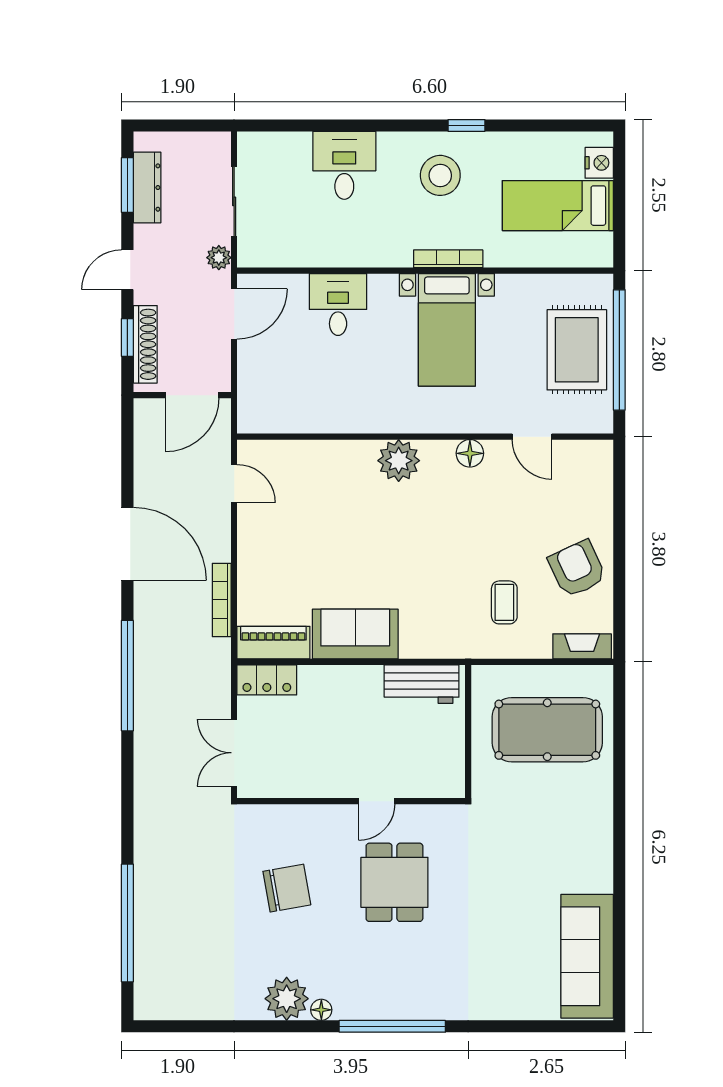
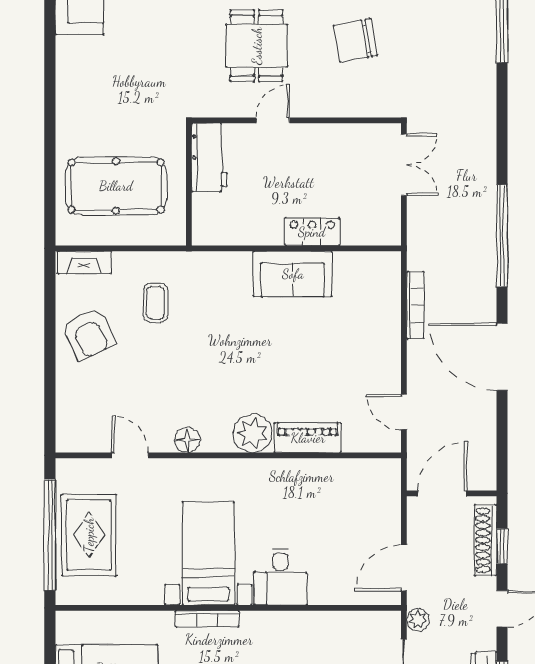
desk: (338, 305) -> (281, 577), moved
piano: (273, 643) -> (308, 438), moved, turned 180
locker: (267, 680) -> (312, 232), moved
workbench: (422, 684) -> (209, 157), moved, turned 90

